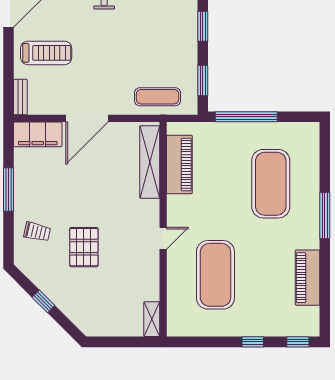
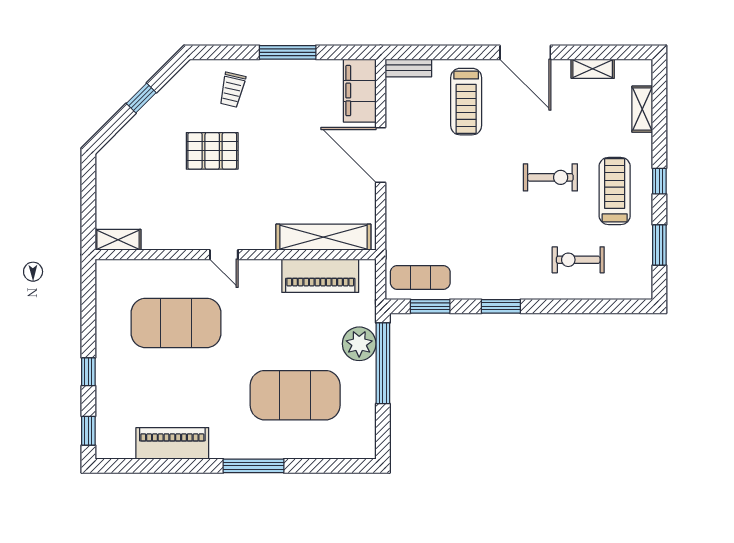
exercise mat: (158, 97) -> (420, 277), moved, turned 90
plant: (231, 135) -> (359, 344), added

